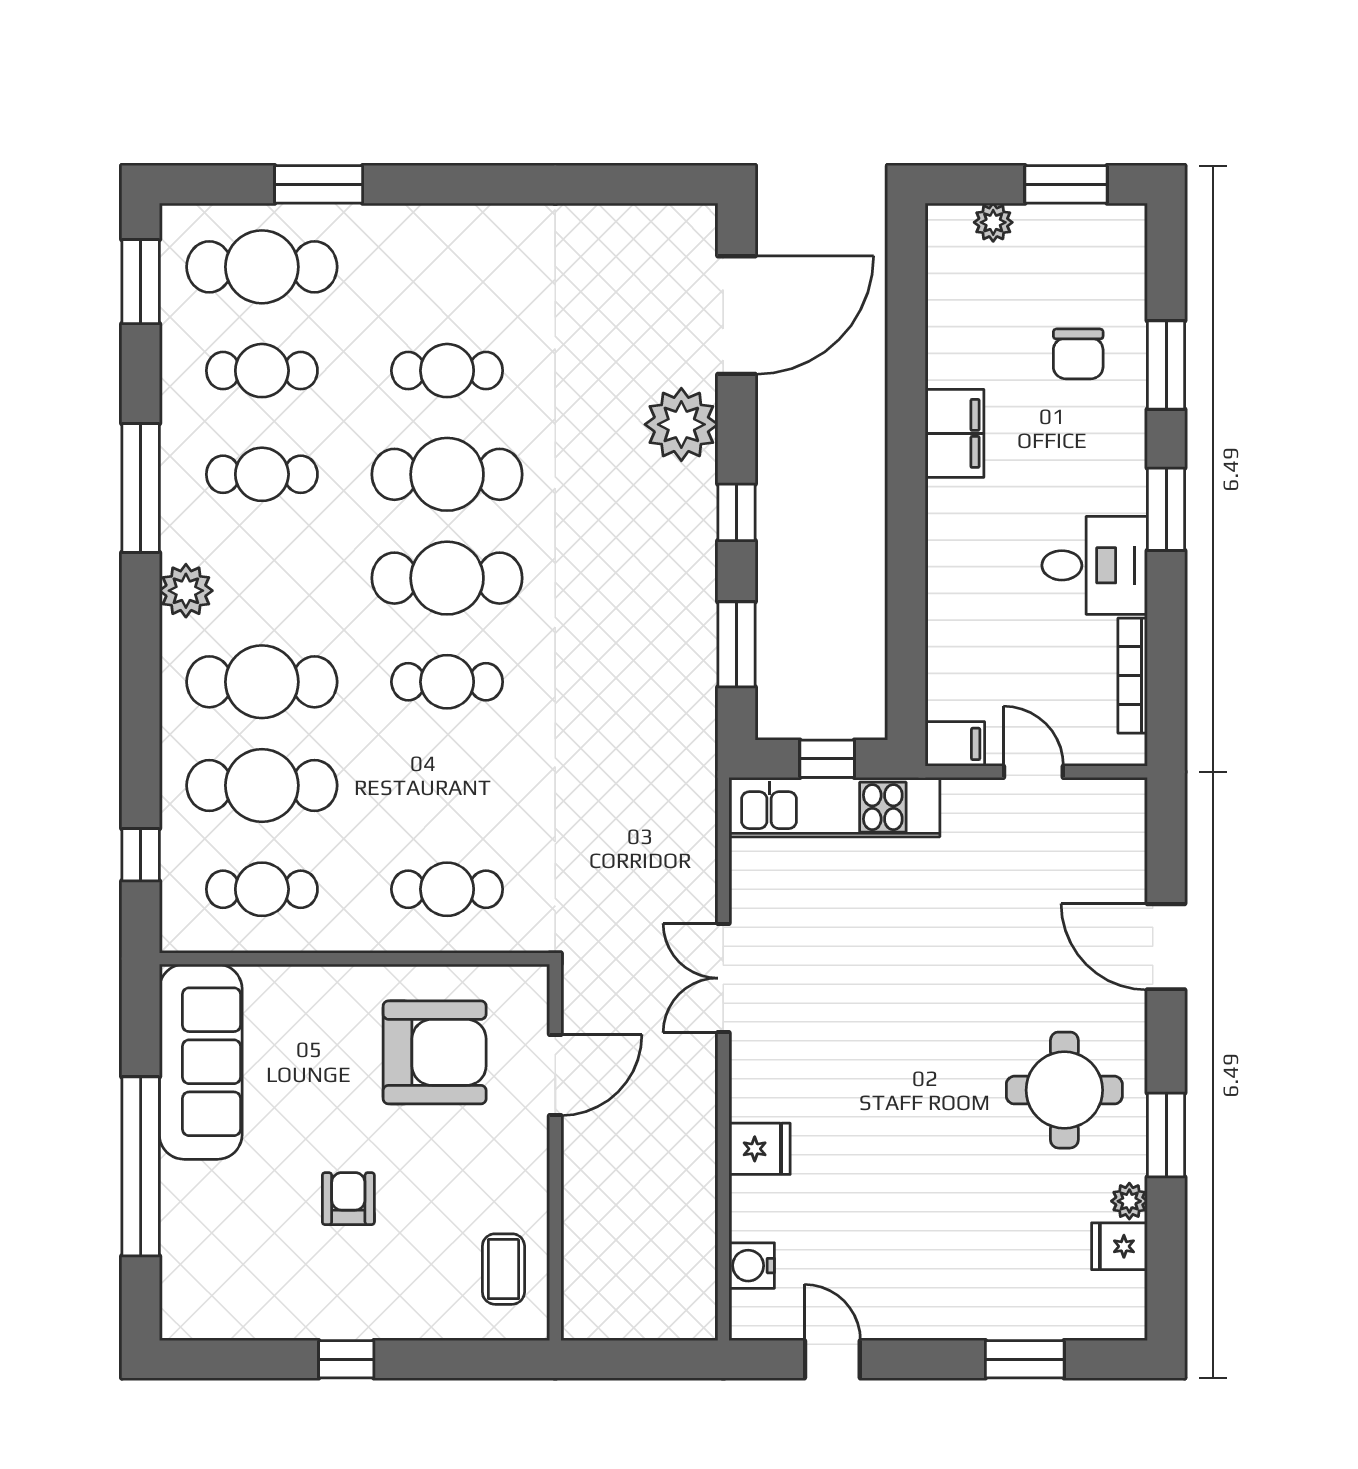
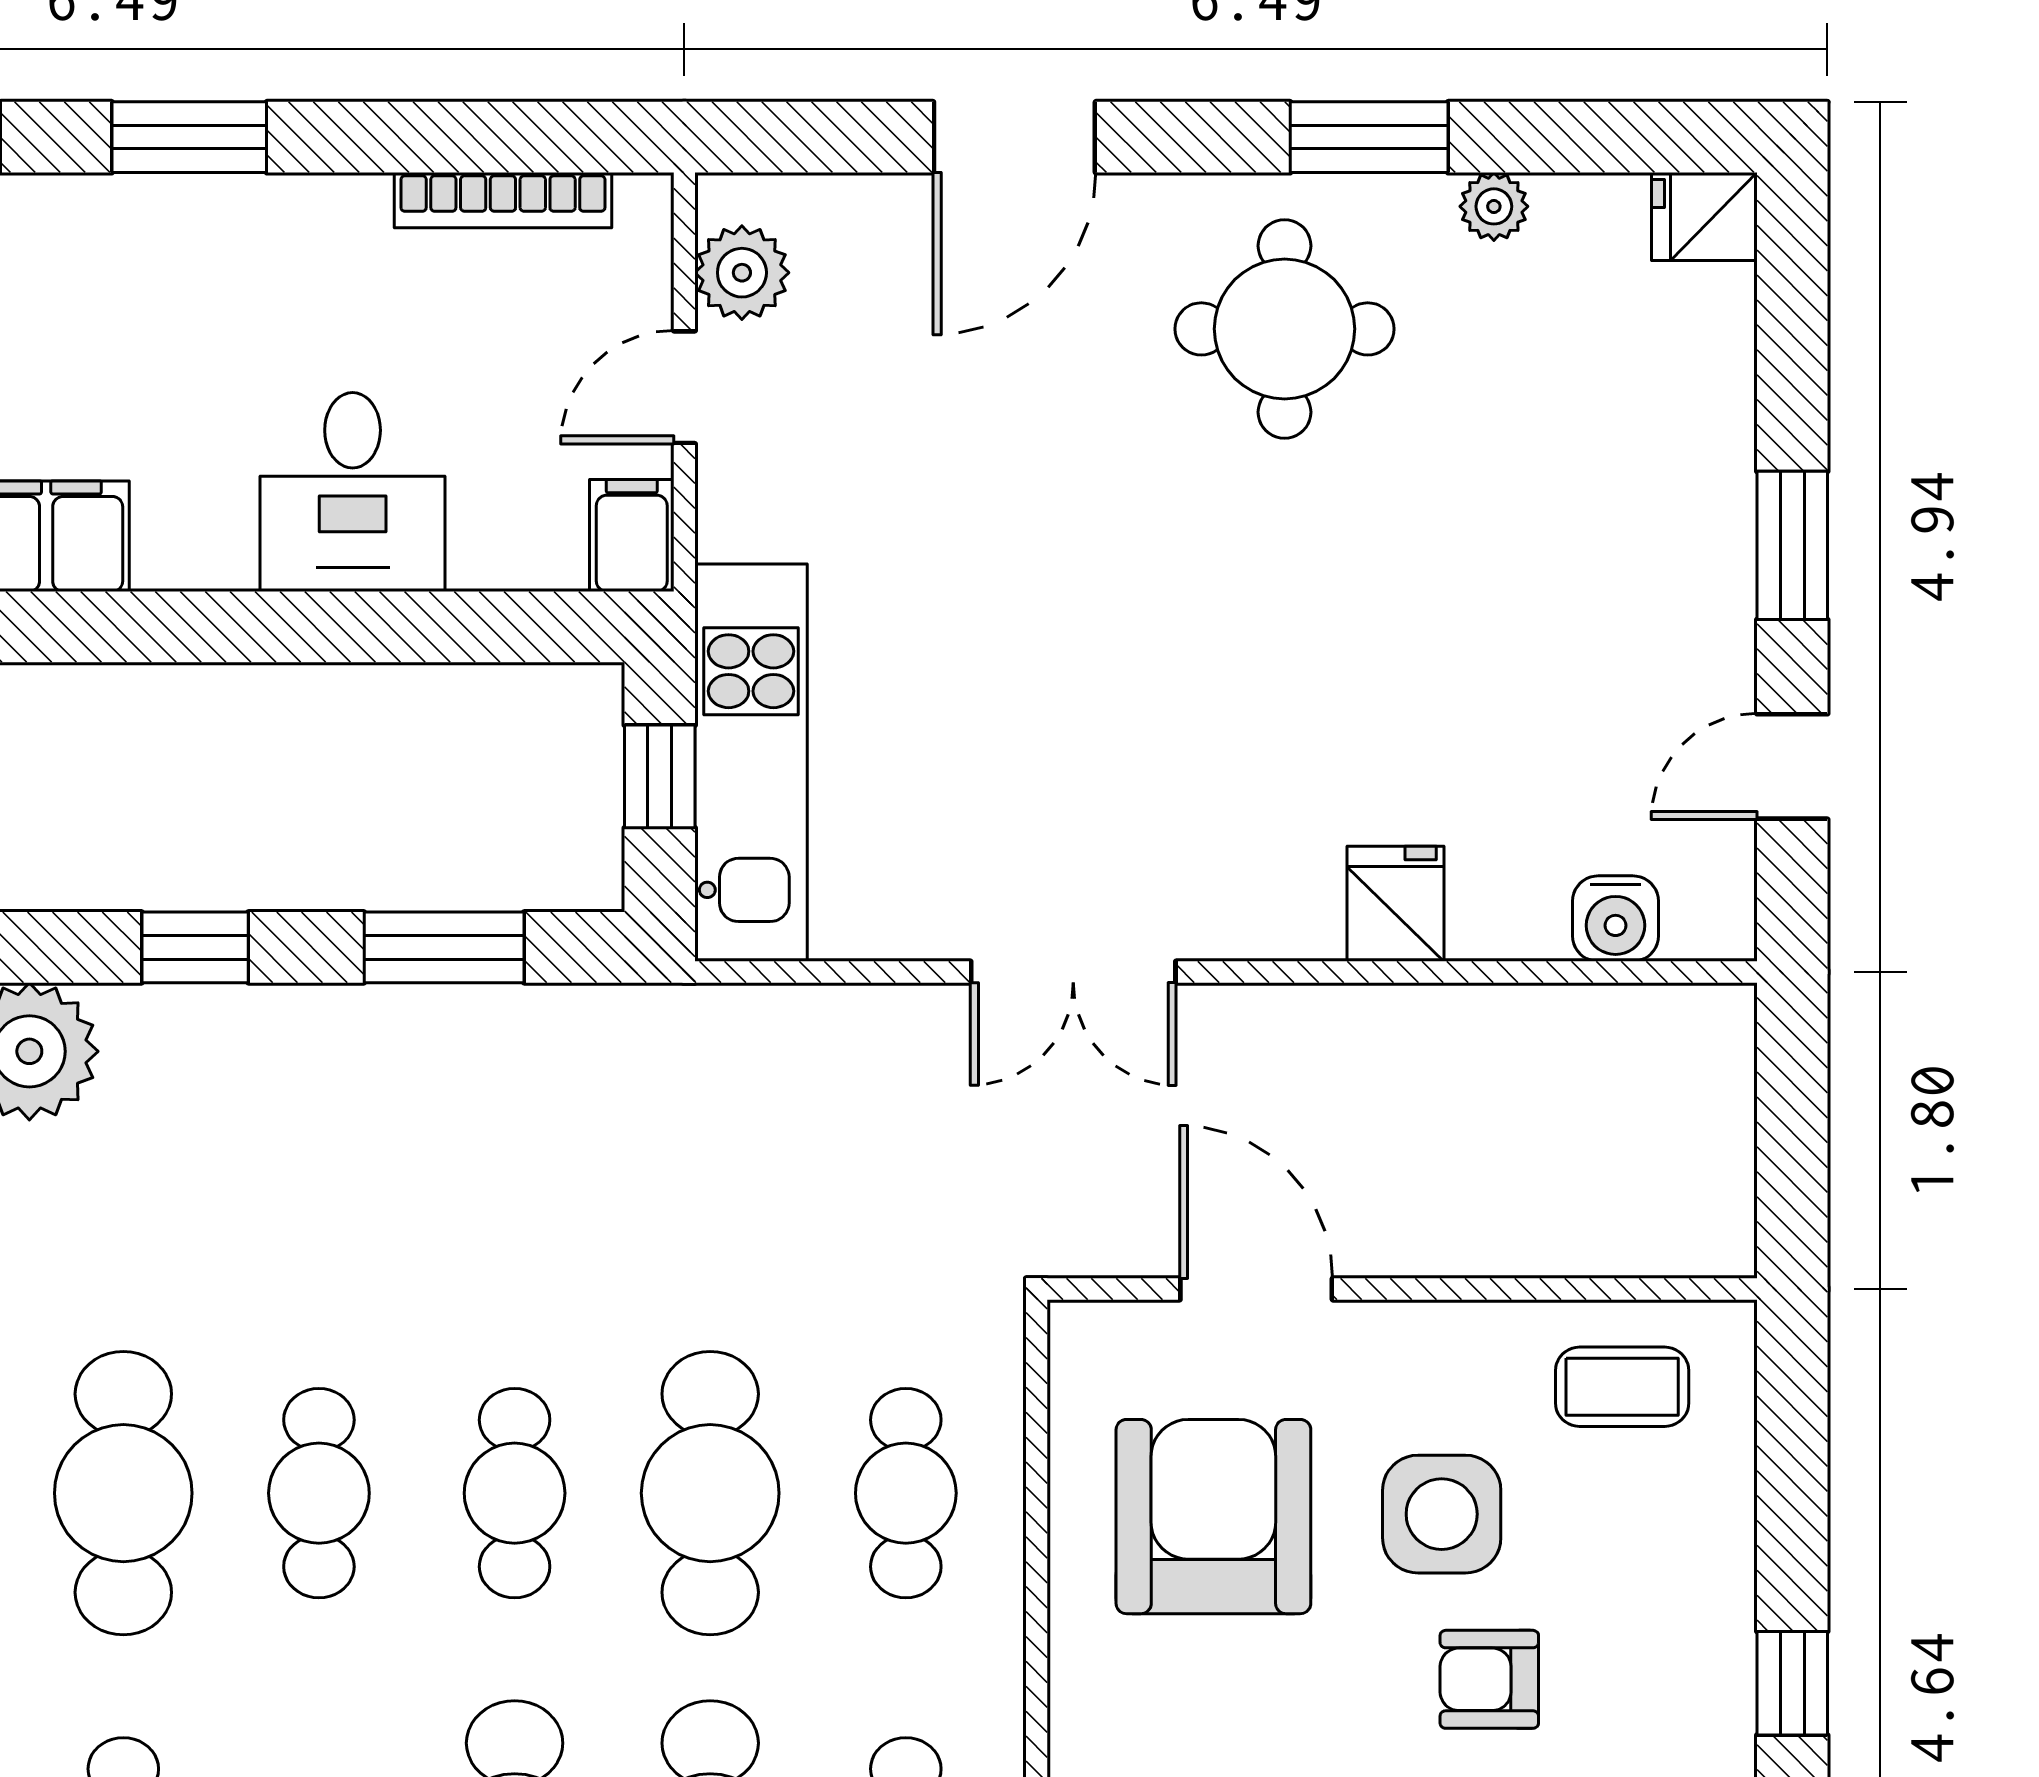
desk: (1095, 565) -> (353, 492), moved, turned 180
cafe table: (447, 578) -> (319, 1493), width x0.73, depth x0.74
cafe table: (447, 785) -> (710, 1493), added
plant: (1094, 802) -> (742, 273), added
side table: (436, 1173) -> (1442, 1514), added
fridge: (1119, 1246) -> (1704, 217), moved, turned 90
window: (1025, 1359) -> (1792, 545), moved

